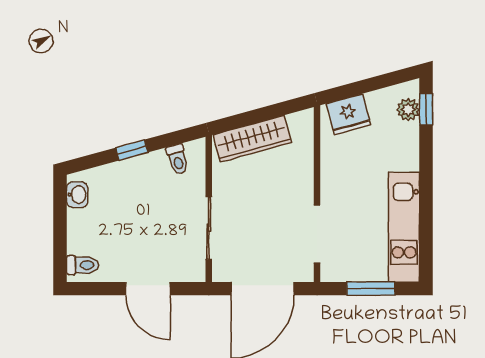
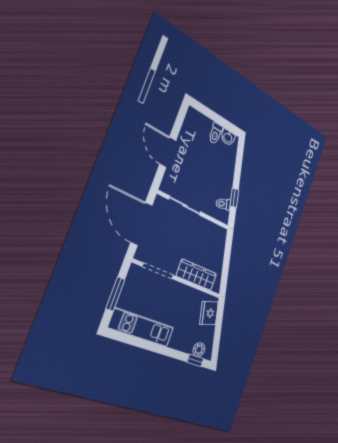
wardrobe: (252, 139) -> (197, 275), moved, turned 105
window: (132, 150) -> (234, 198), moved
toilet: (83, 265) -> (216, 133), moved
door: (148, 289) -> (168, 152), hinge flipped

